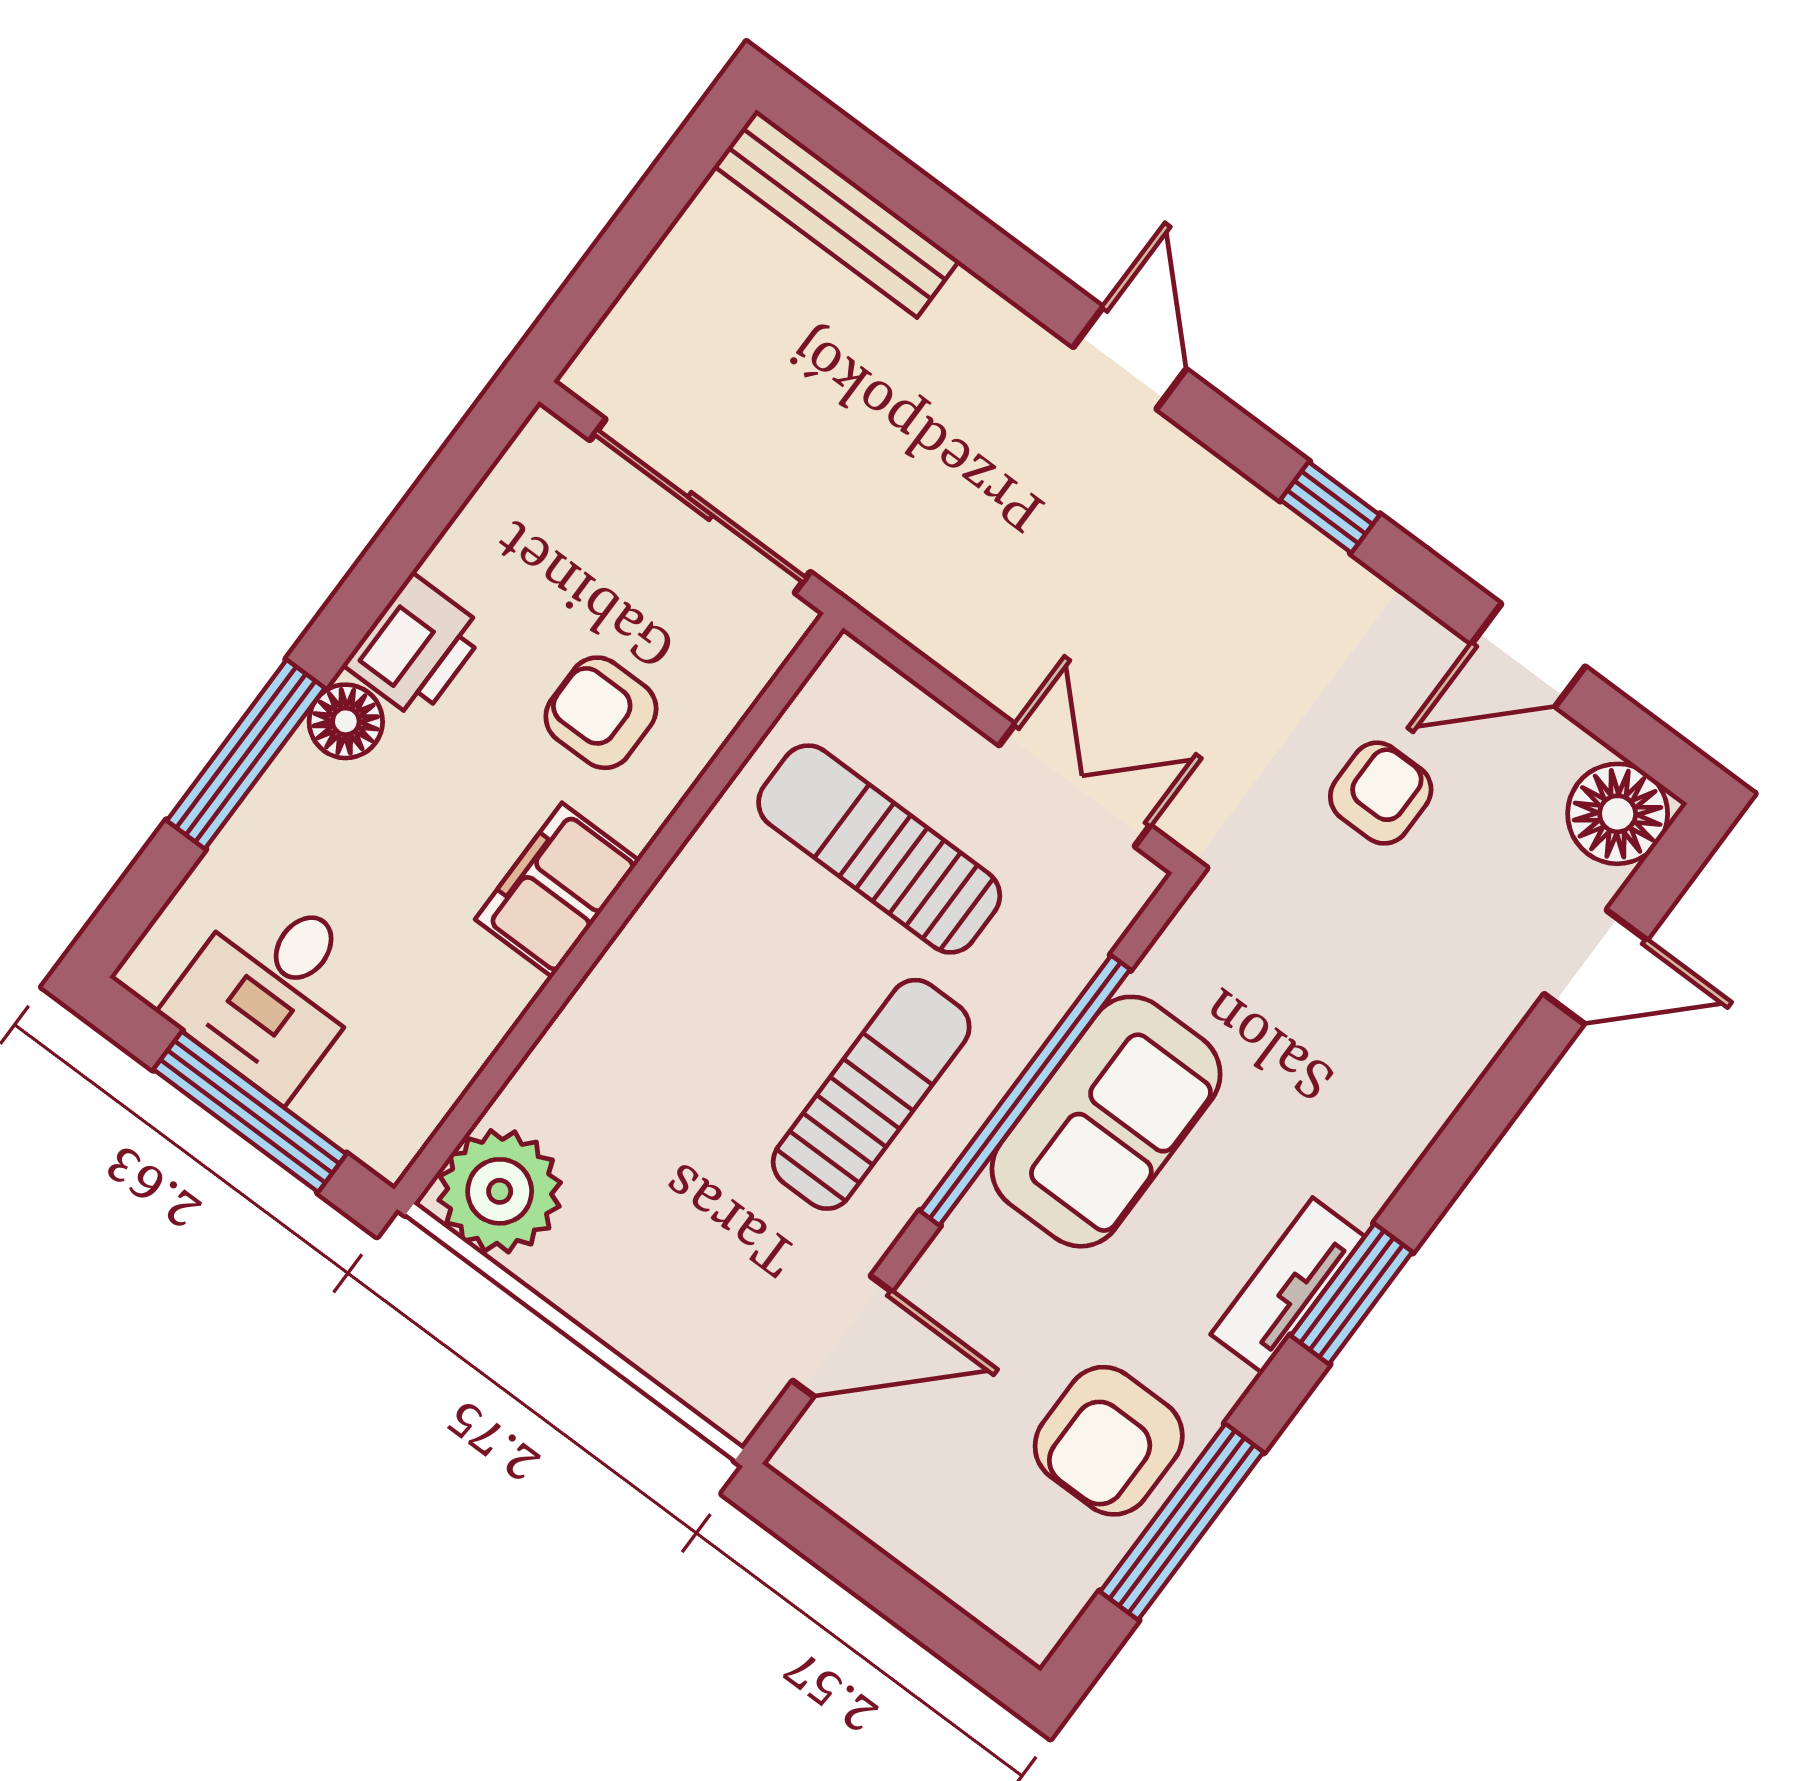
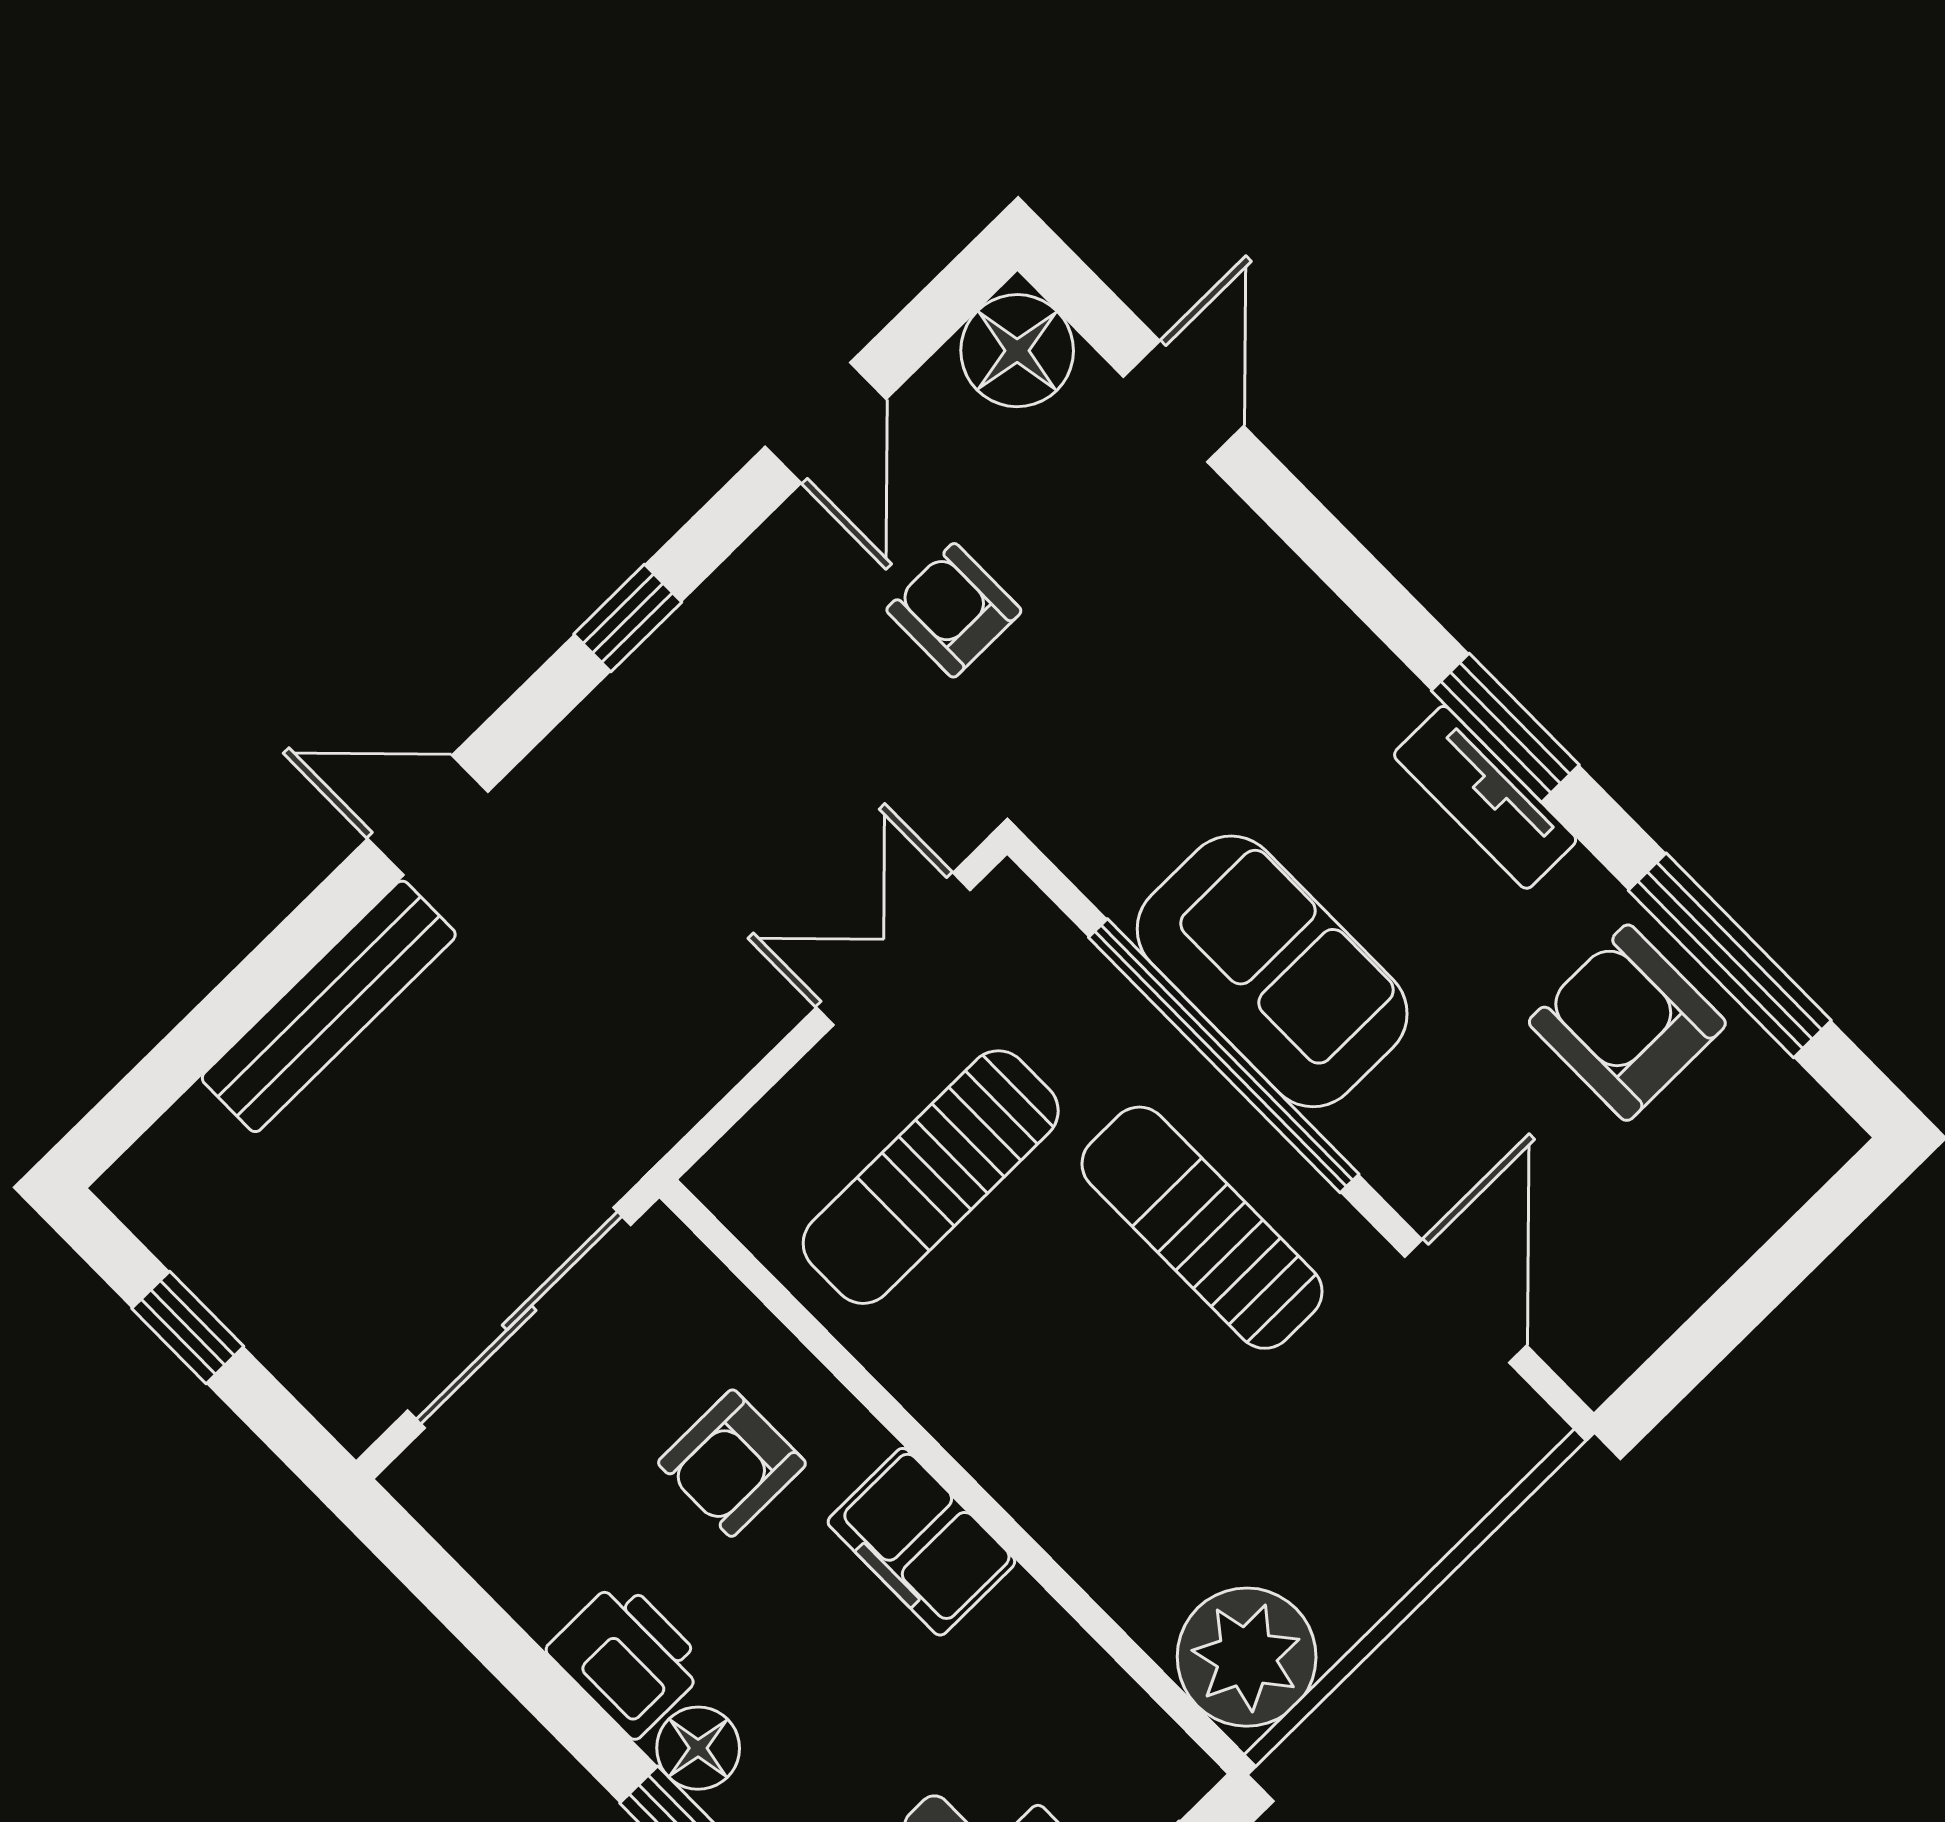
bench: (837, 213) -> (329, 1006), moved
window: (647, 216) -> (188, 1327), added
armchair: (1109, 1441) -> (1627, 1023), turned 180

